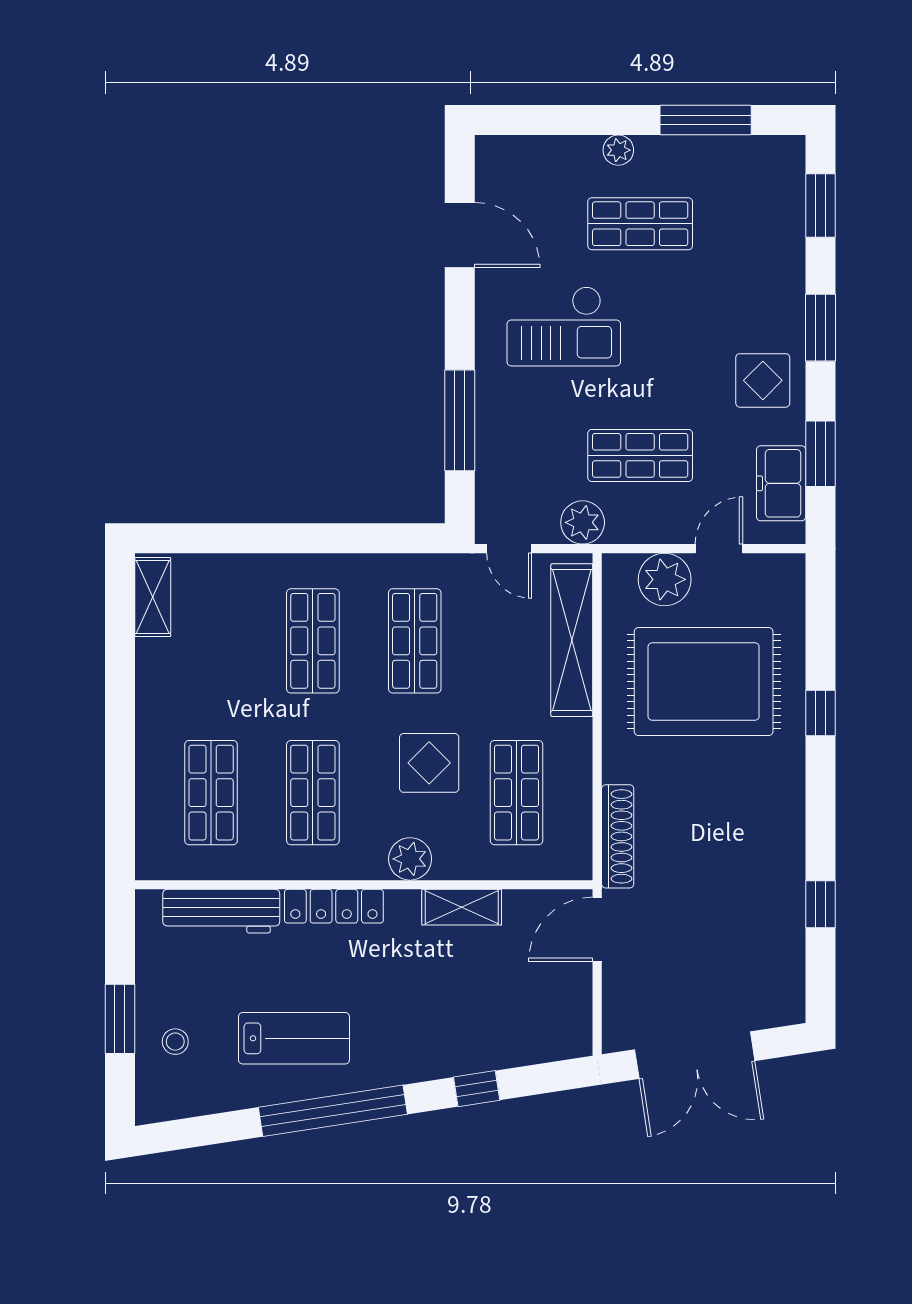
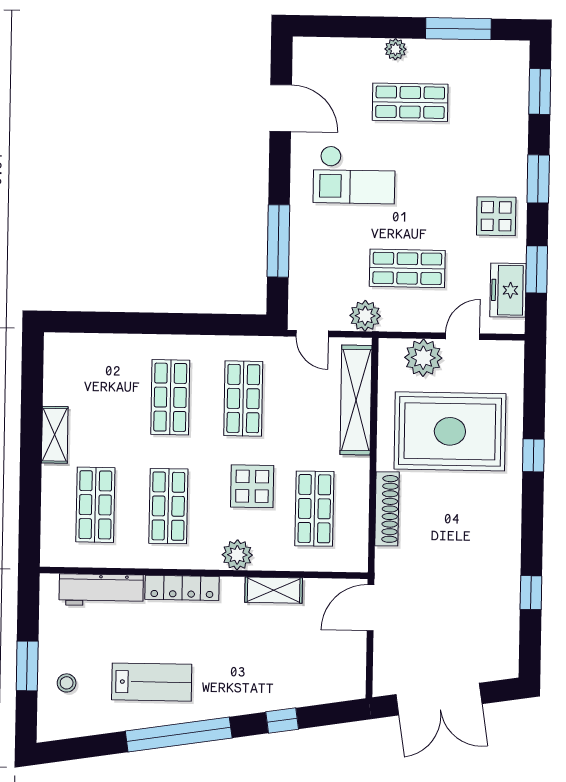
shelving: (153, 597) -> (55, 435), moved
shoe rack: (618, 836) -> (387, 509), moved

